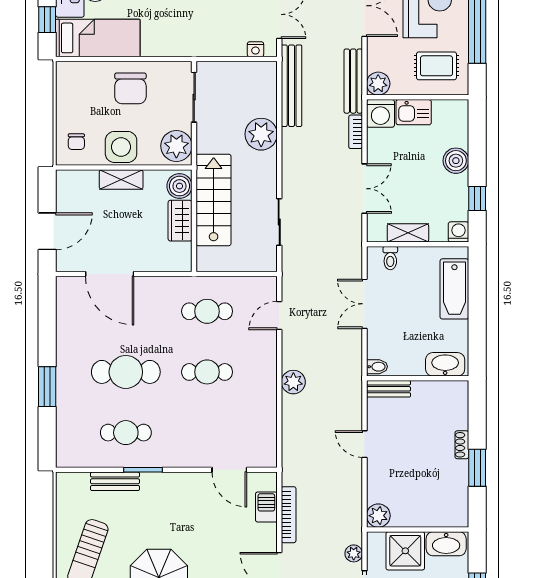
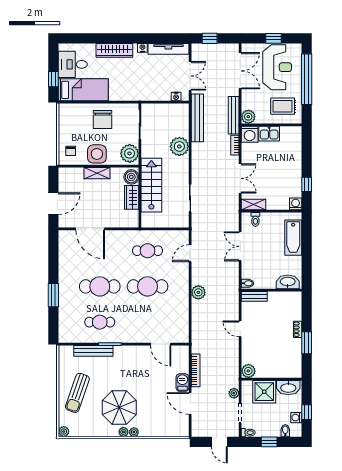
boiler: (456, 161) -> (294, 162), removed
shelving: (408, 233) -> (254, 205), moved
cafe table: (207, 372) -> (148, 286), width x1.37, depth x1.35
bench: (115, 481) -> (93, 351), width x1.36
barbecue: (266, 507) -> (182, 383), moved

